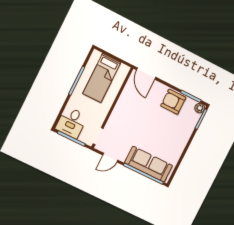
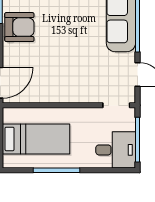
armchair: (173, 102) -> (19, 27), turned -90

